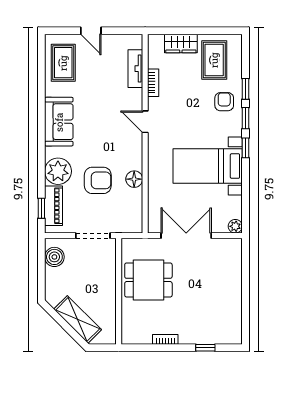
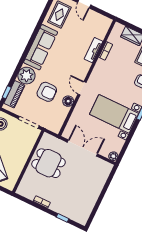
tv unit: (135, 69) -> (93, 50), moved
sofa: (59, 122) -> (41, 47), width x1.36
door: (145, 122) -> (82, 88), moved

